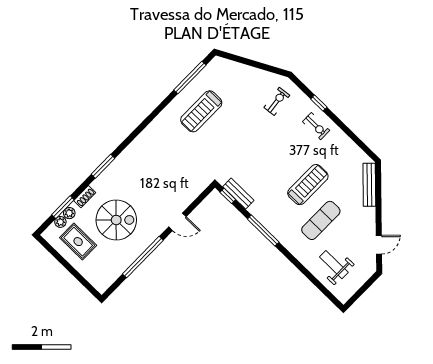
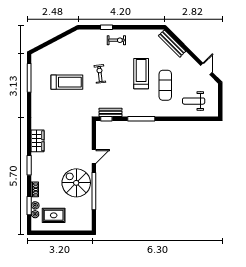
exercise bike: (277, 101) -> (100, 74), moved
treadmill: (201, 111) -> (67, 82), moved, turned -90
wardrobe: (136, 150) -> (38, 141), added
spiral stairs: (116, 220) -> (76, 183), moved, turned -90

